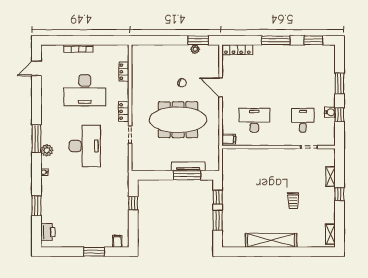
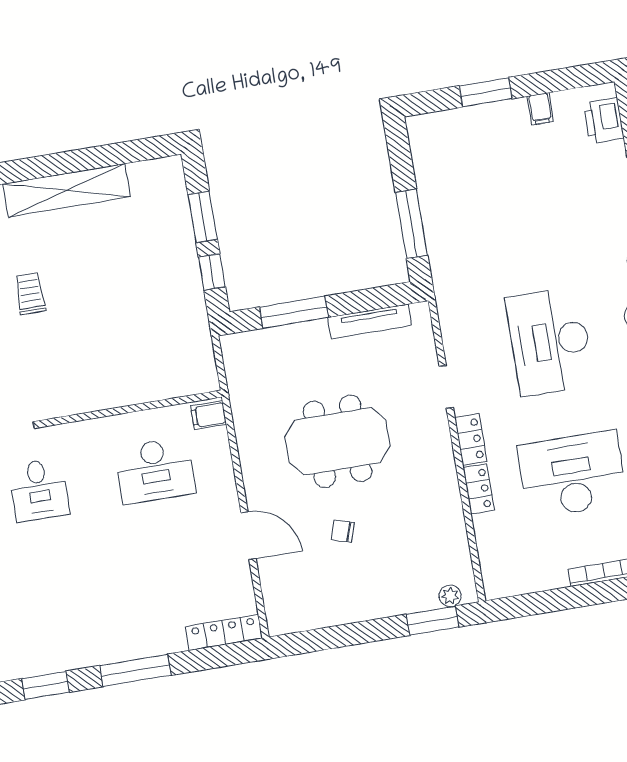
window: (198, 40) -> (433, 621), moved
plant: (195, 49) -> (450, 596), moved
locker: (124, 72) -> (479, 489), moved
meeting table: (178, 120) -> (337, 441), width x0.73
tv unit: (188, 166) -> (370, 321), moved
window: (133, 203) -> (411, 224), width x2.17
filing cabinet: (117, 241) -> (540, 109), moved

